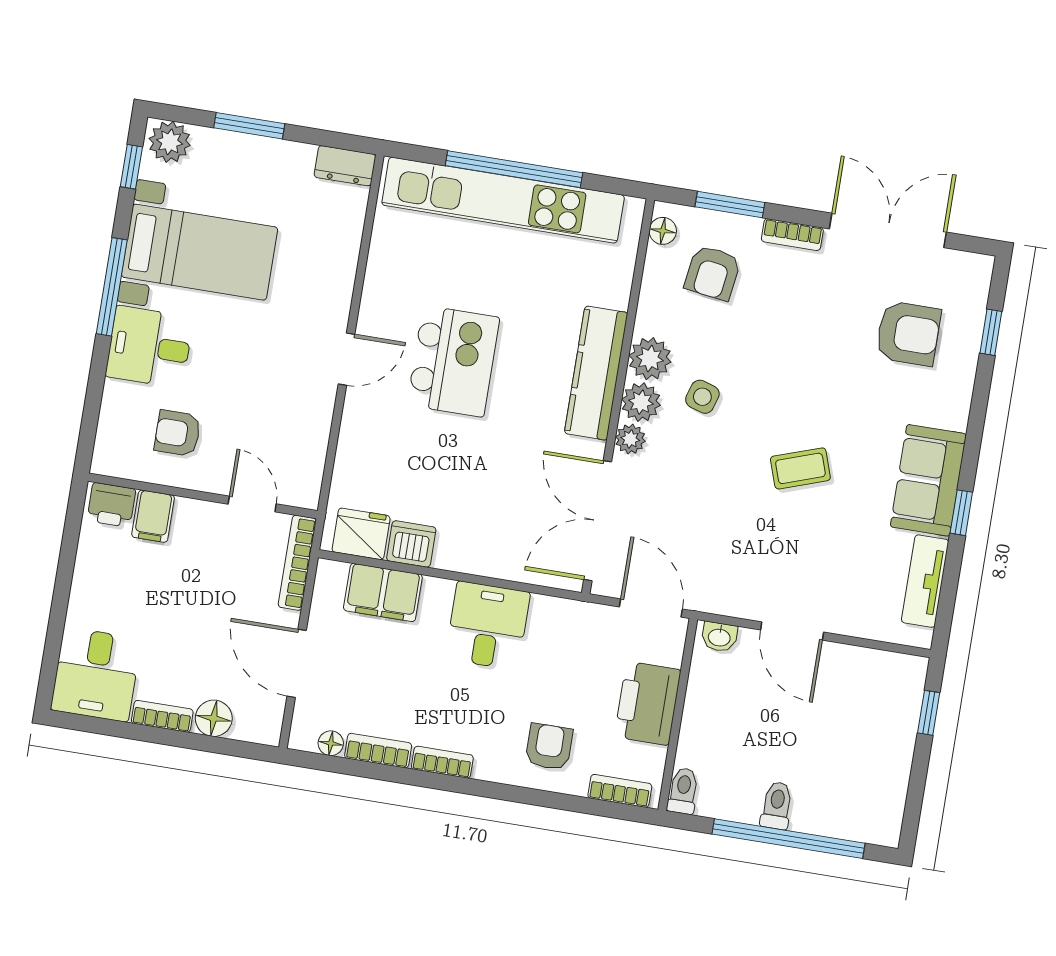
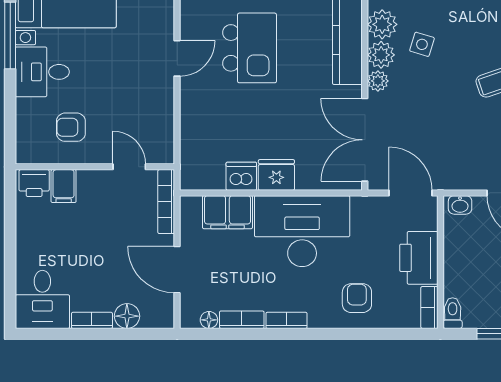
fridge: (361, 534) -> (276, 175), moved
desk: (488, 626) -> (302, 231), width x1.87, depth x1.30
bookcase: (620, 791) -> (429, 307), moved, turned -90

